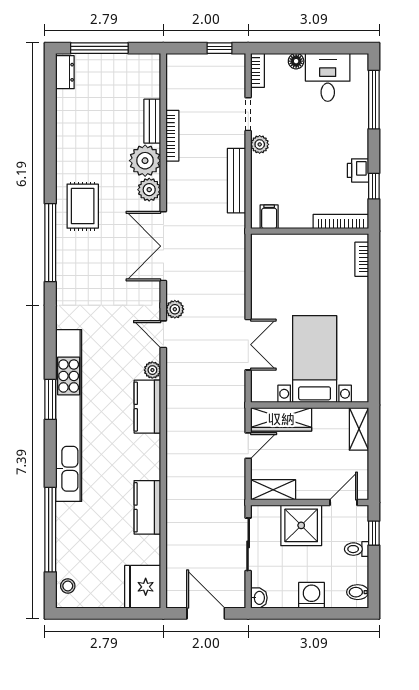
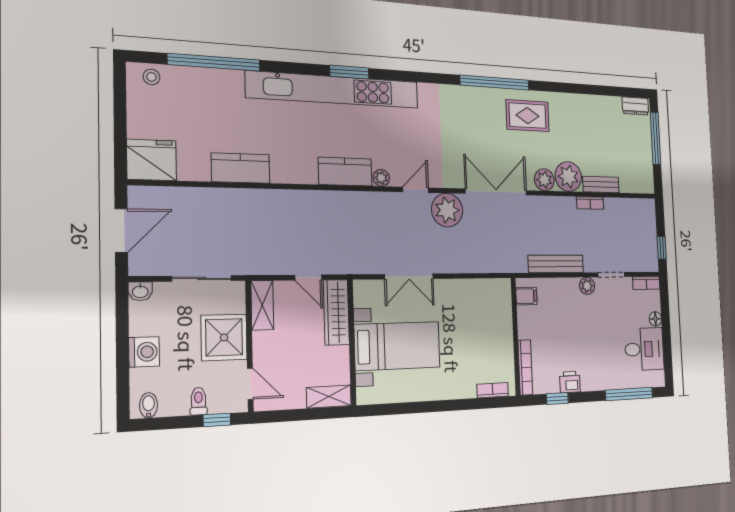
bookcase: (172, 136) -> (590, 203), width x0.64
plant: (175, 309) -> (447, 210), width x1.88, depth x1.88

